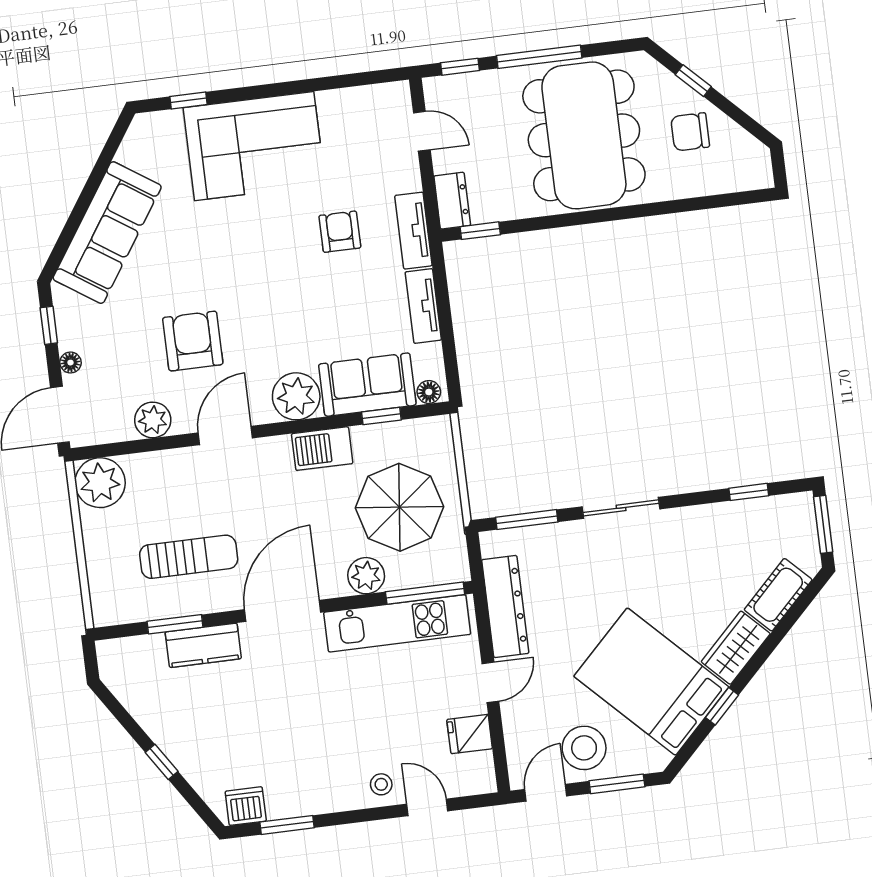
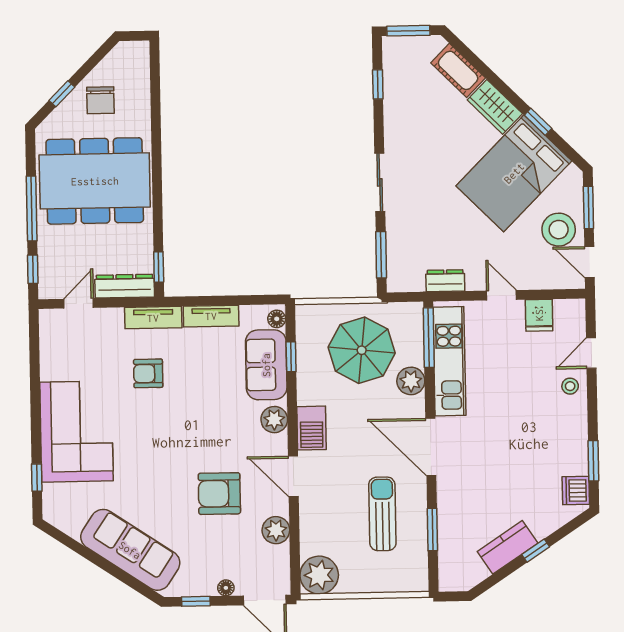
dresser: (452, 201) -> (125, 286), width x1.44
plant: (296, 396) -> (274, 420), width x0.73, depth x0.73
barbecue: (322, 449) -> (312, 428), moved
dresser: (505, 606) -> (445, 281), width x0.51, depth x0.80
kitchen counter: (203, 645) -> (508, 547), moved, turned -123

